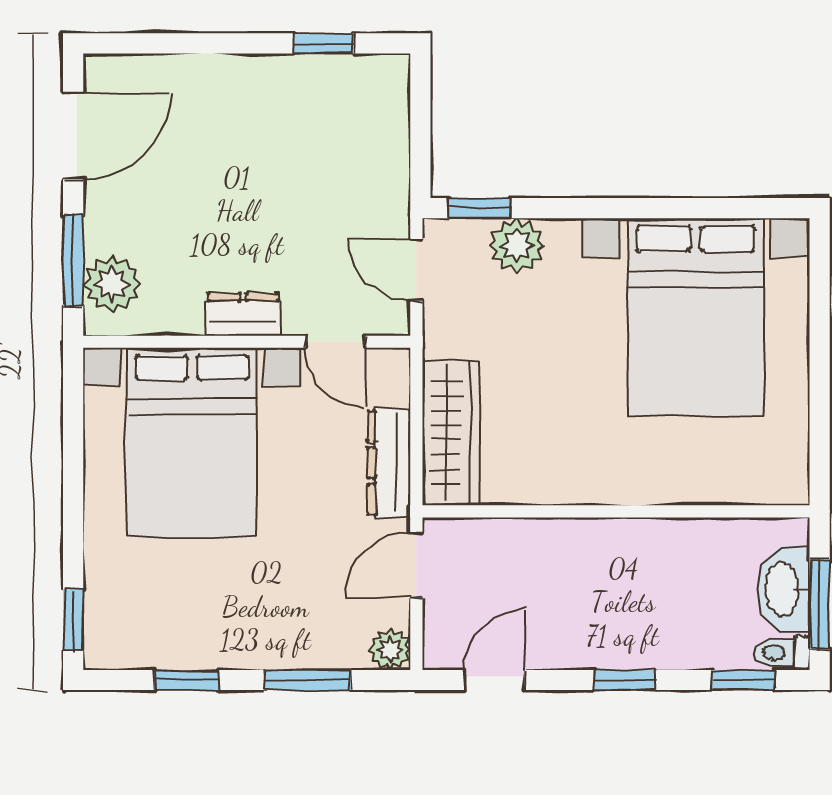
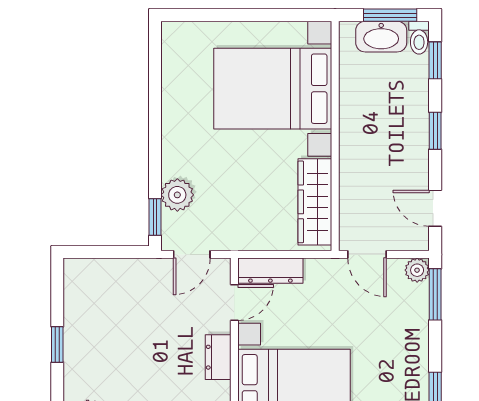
window: (324, 43) -> (57, 345), moved
bed with nightstands: (696, 317) -> (273, 89), moved, turned 180
wardrobe: (451, 433) -> (315, 202), moved, turned -90
dresser: (389, 463) -> (270, 271), moved
window: (308, 680) -> (435, 294), moved

